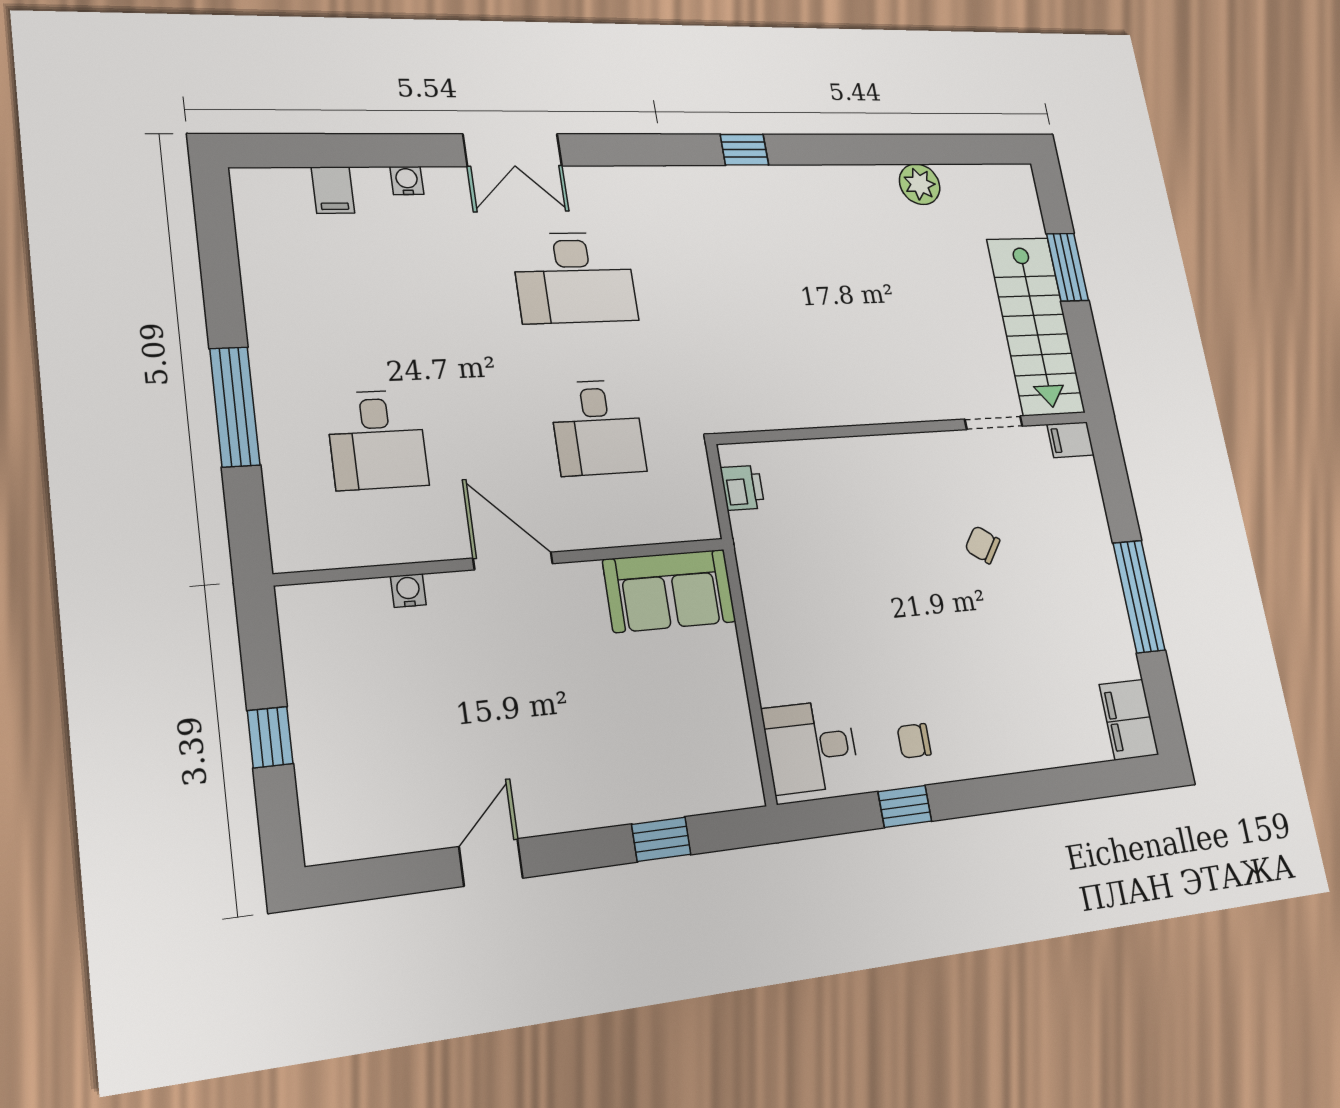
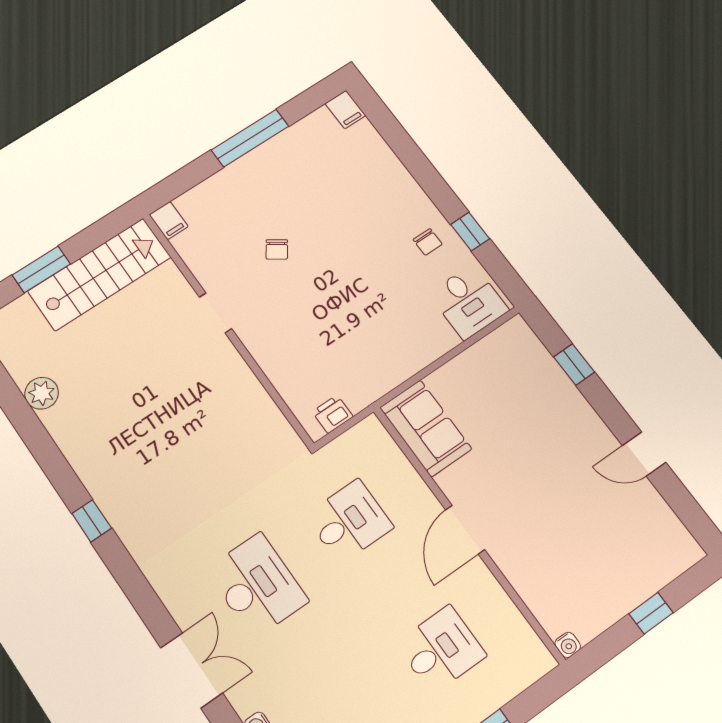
doorway: (994, 423) -> (216, 313), moved
water cooler: (408, 590) -> (568, 645), moved, turned -90
filing cabinet: (1129, 720) -> (345, 110), width x0.50

